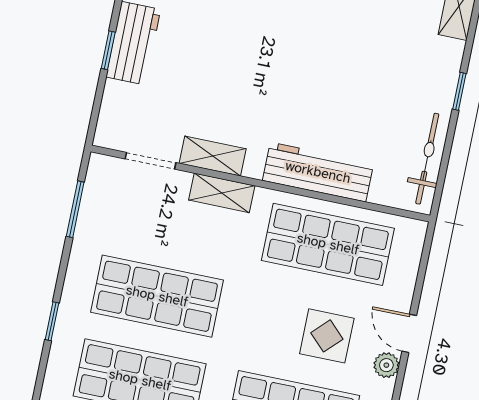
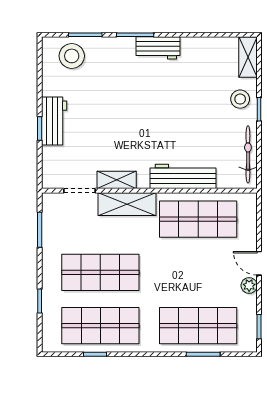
stool: (433, 69) -> (240, 99), added
shelving: (222, 193) -> (127, 204), width x1.50, depth x1.33
display table: (327, 336) -> (209, 275), removed

